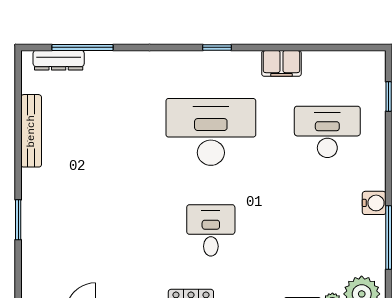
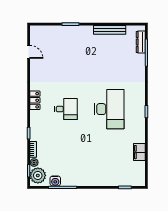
filing cabinet: (281, 63) -> (139, 152), moved
desk: (327, 132) -> (109, 160), removed
water cooler: (374, 203) -> (55, 181), moved

